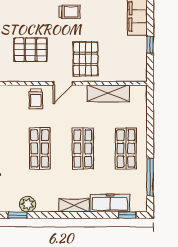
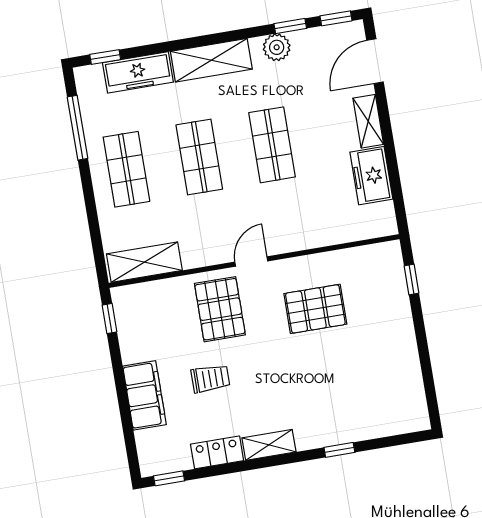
trolley: (70, 12) -> (210, 379), moved, turned 180
window: (150, 45) -> (109, 318), moved
shelving: (108, 93) -> (144, 262), moved
trolley: (36, 99) -> (292, 227), removed
shelving: (74, 205) -> (211, 60), width x1.50, depth x1.33

